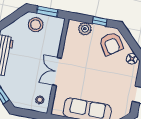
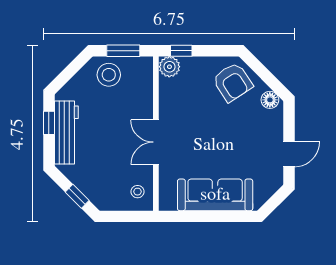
window: (100, 21) -> (181, 51), moved
plant: (85, 29) -> (169, 67), moved

